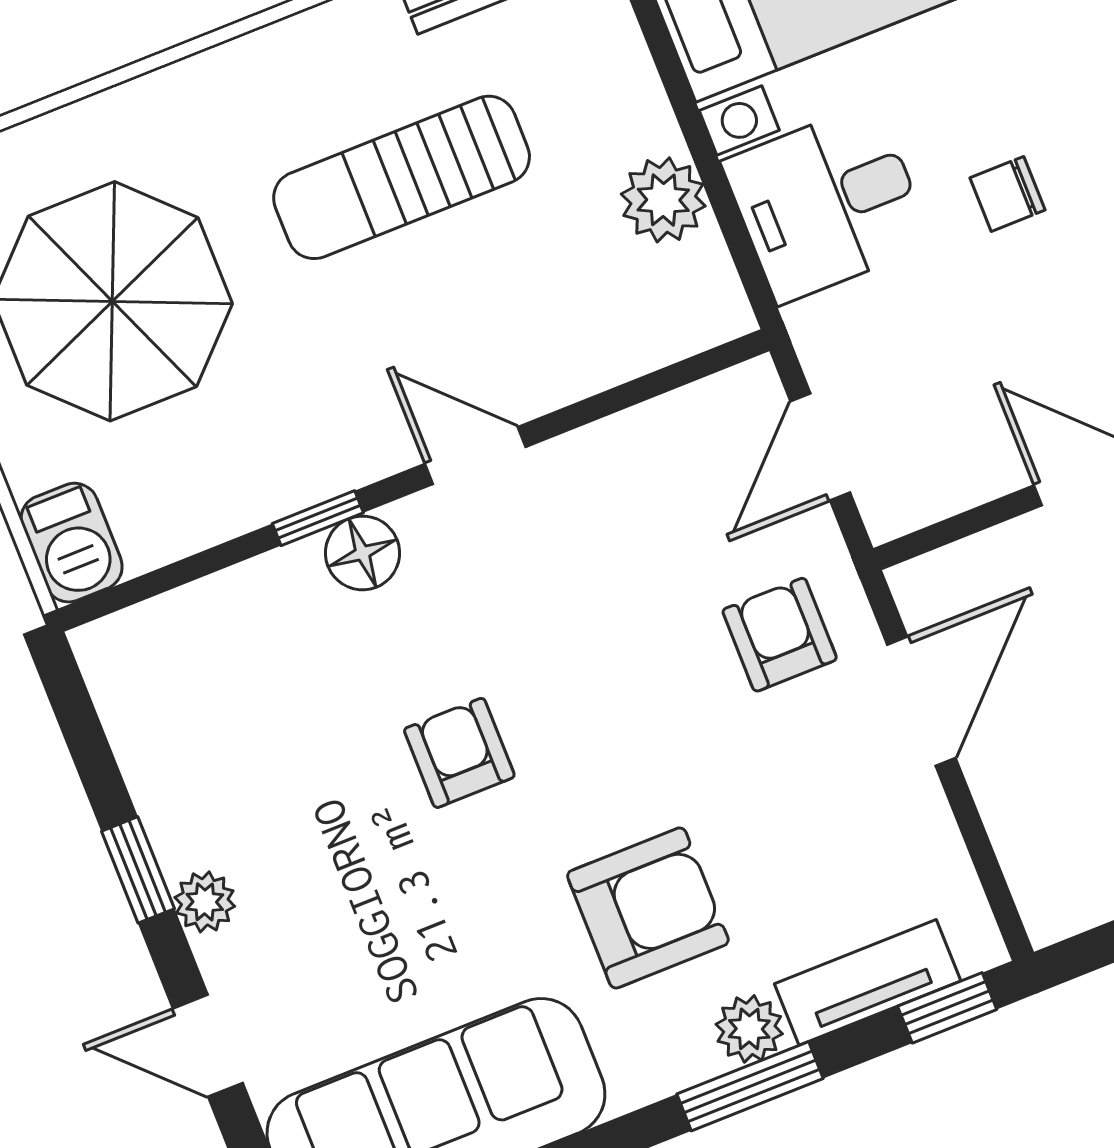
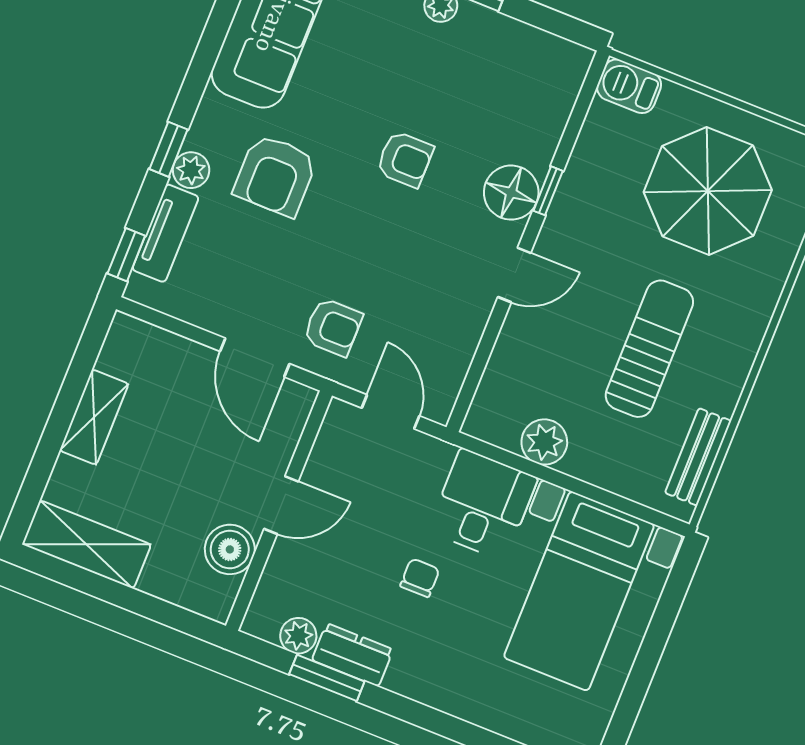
floor lamp: (363, 553) -> (511, 193), width x1.38, depth x1.38
window: (750, 1086) -> (168, 149), width x0.67

